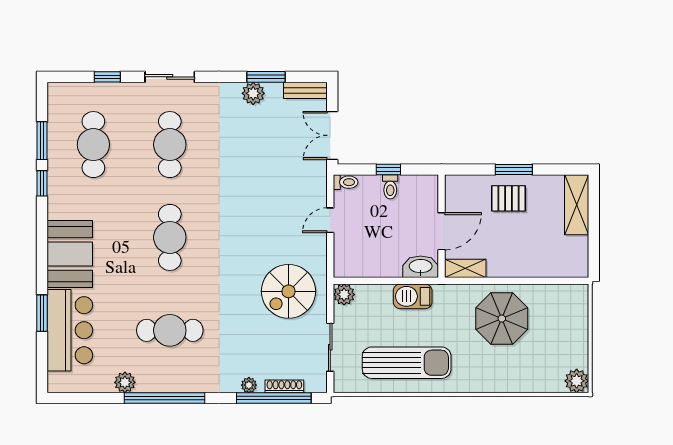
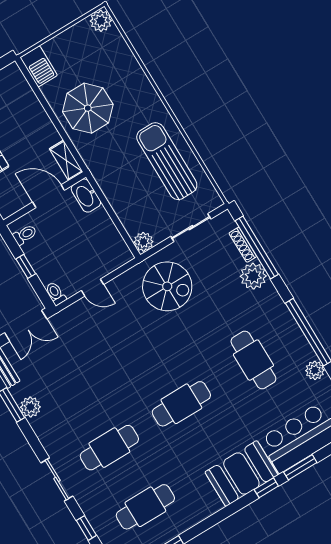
window: (42, 183) -> (266, 488), moved
toilet: (390, 187) -> (25, 235), moved
barbecue: (413, 296) -> (39, 66), moved
plant: (249, 385) -> (253, 276), width x1.88, depth x1.88

